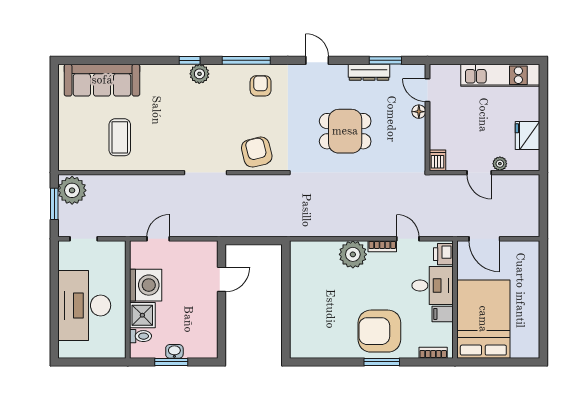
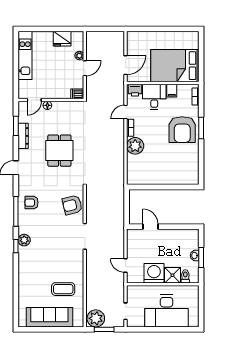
sofa: (102, 80) -> (49, 317), moved, turned -90

